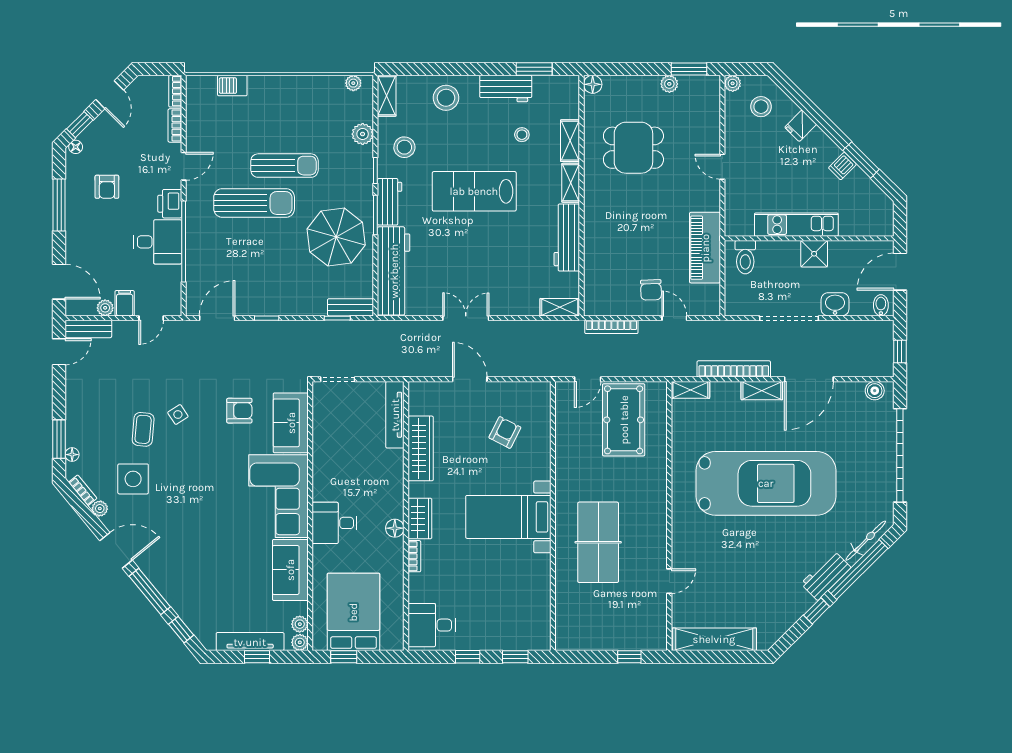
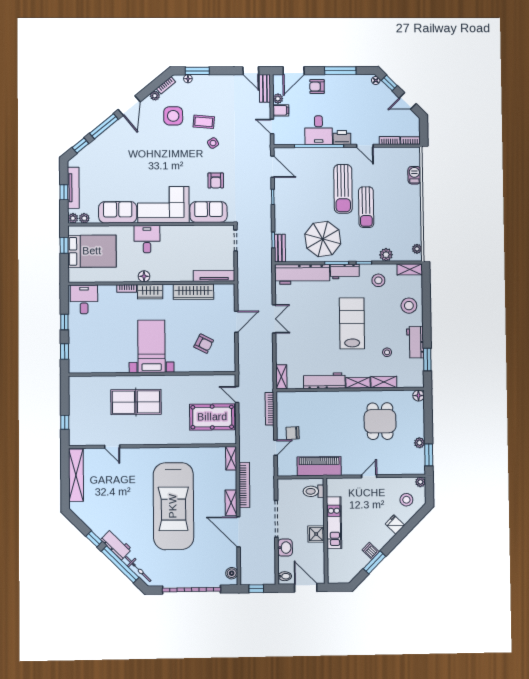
armchair: (107, 187) -> (317, 87), moved

